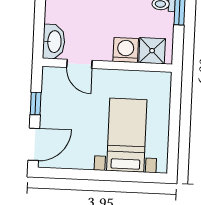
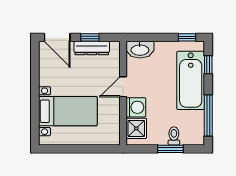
door: (79, 64) -> (123, 87), moved
dresser: (49, 102) -> (92, 48), added

